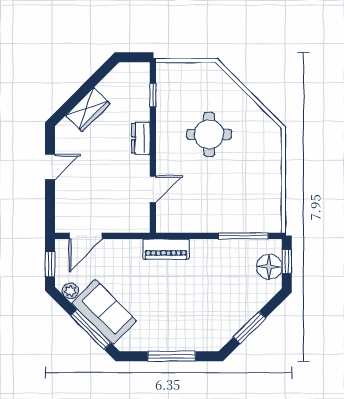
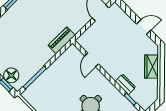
dresser: (141, 138) -> (125, 84), moved
door: (50, 167) -> (144, 27), swing flipped

